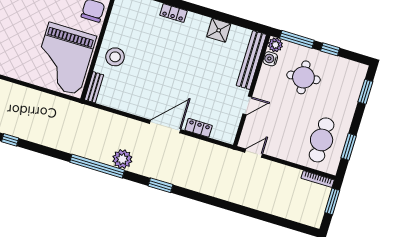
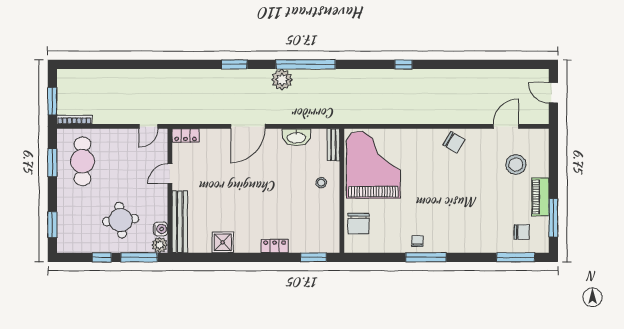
stool: (115, 57) -> (321, 183), width x0.53, depth x0.53
washbasin: (125, 104) -> (296, 137), added
locker: (199, 128) -> (185, 135), moved

